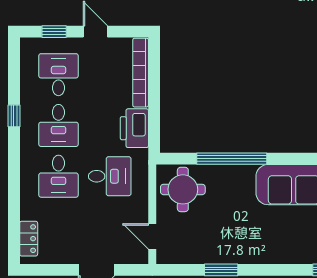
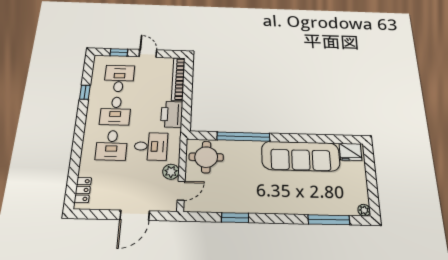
window: (14, 116) -> (85, 92), moved
plant: (138, 211) -> (171, 172), added
door: (152, 236) -> (181, 191), swing flipped

